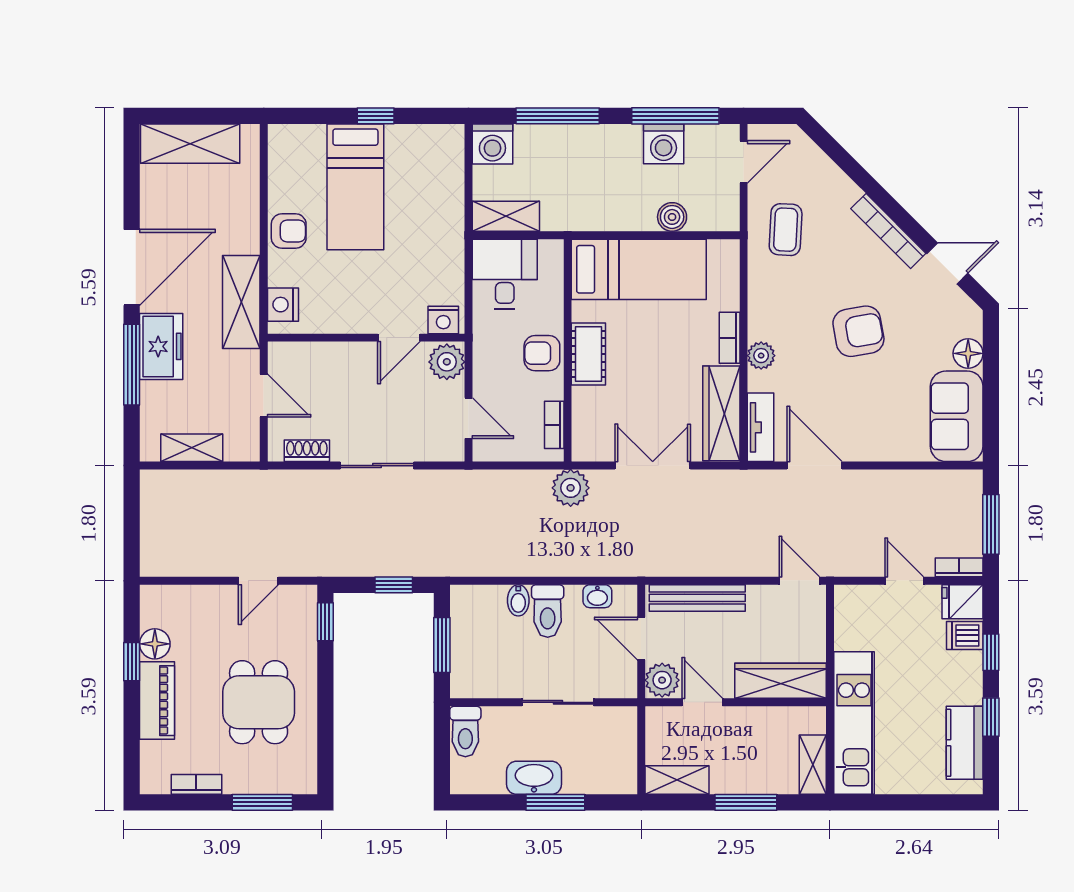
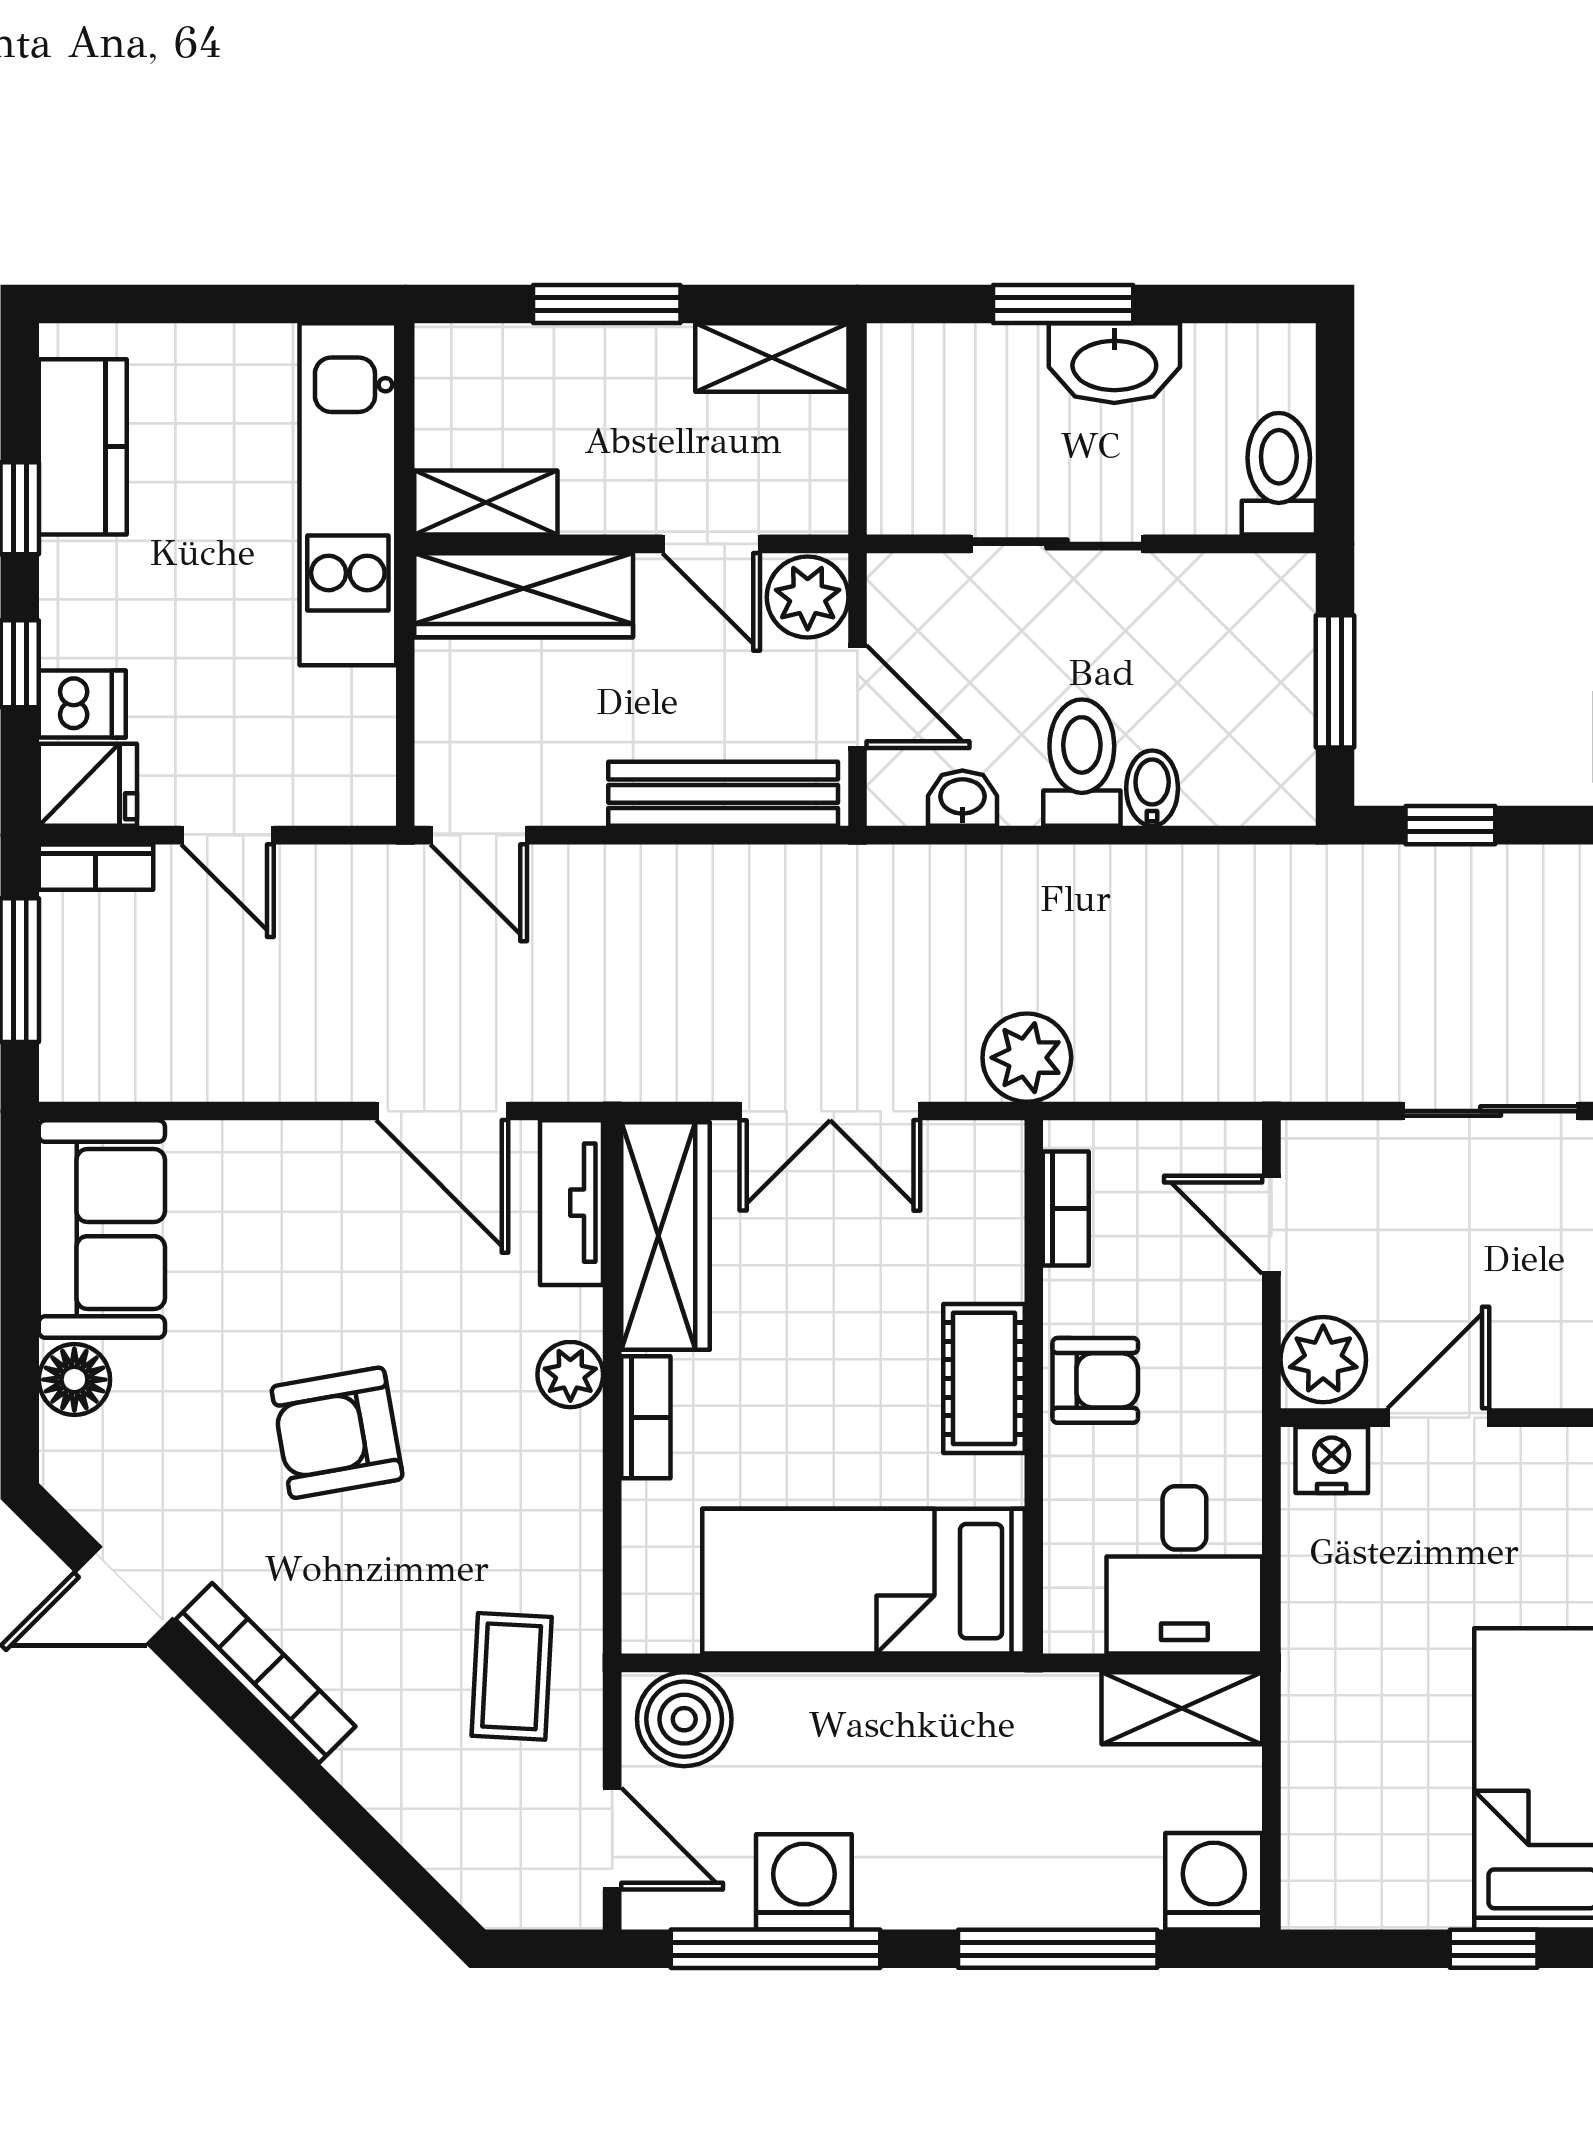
door: (744, 162) -> (612, 1839), swing flipped
boiler: (672, 217) -> (684, 1719), moved, width x1.36, depth x1.36
shelving: (813, 765) -> (486, 503), moved, turned 90

